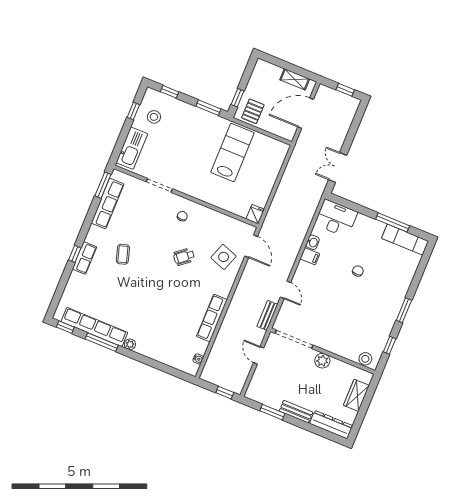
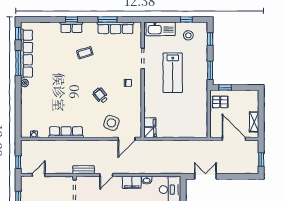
lab bench: (232, 152) -> (173, 73), moved, turned 90
window: (103, 185) -> (107, 19), moved
filing cabinet: (242, 209) -> (150, 122), added
filing cabinet: (310, 256) -> (132, 182), width x2.00
door: (259, 355) -> (39, 175), moved

